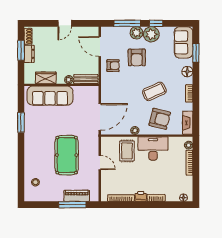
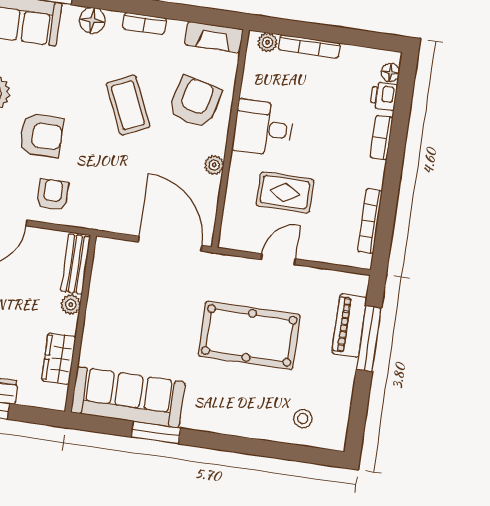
sofa: (50, 96) -> (128, 397), moved, turned -90
desk: (153, 148) -> (263, 128), width x0.73
rug: (127, 151) -> (285, 192), moved
printer: (141, 196) -> (384, 96), moved

